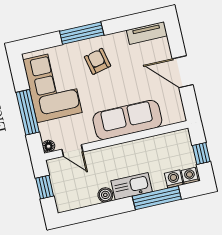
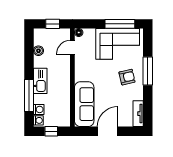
window: (28, 112) -> (120, 24), moved
sofa: (127, 120) -> (84, 104), moved
boiler: (105, 195) -> (38, 51), moved

